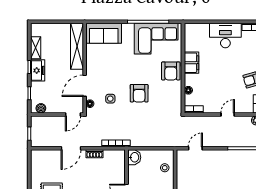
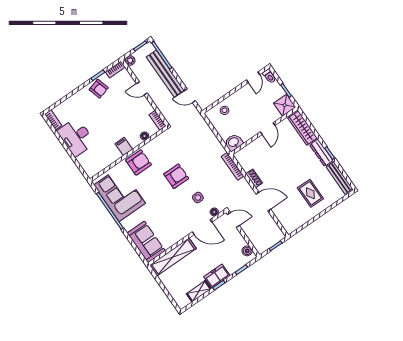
filing cabinet: (192, 63) -> (124, 146), width x0.50
bench: (226, 141) -> (165, 74), added

